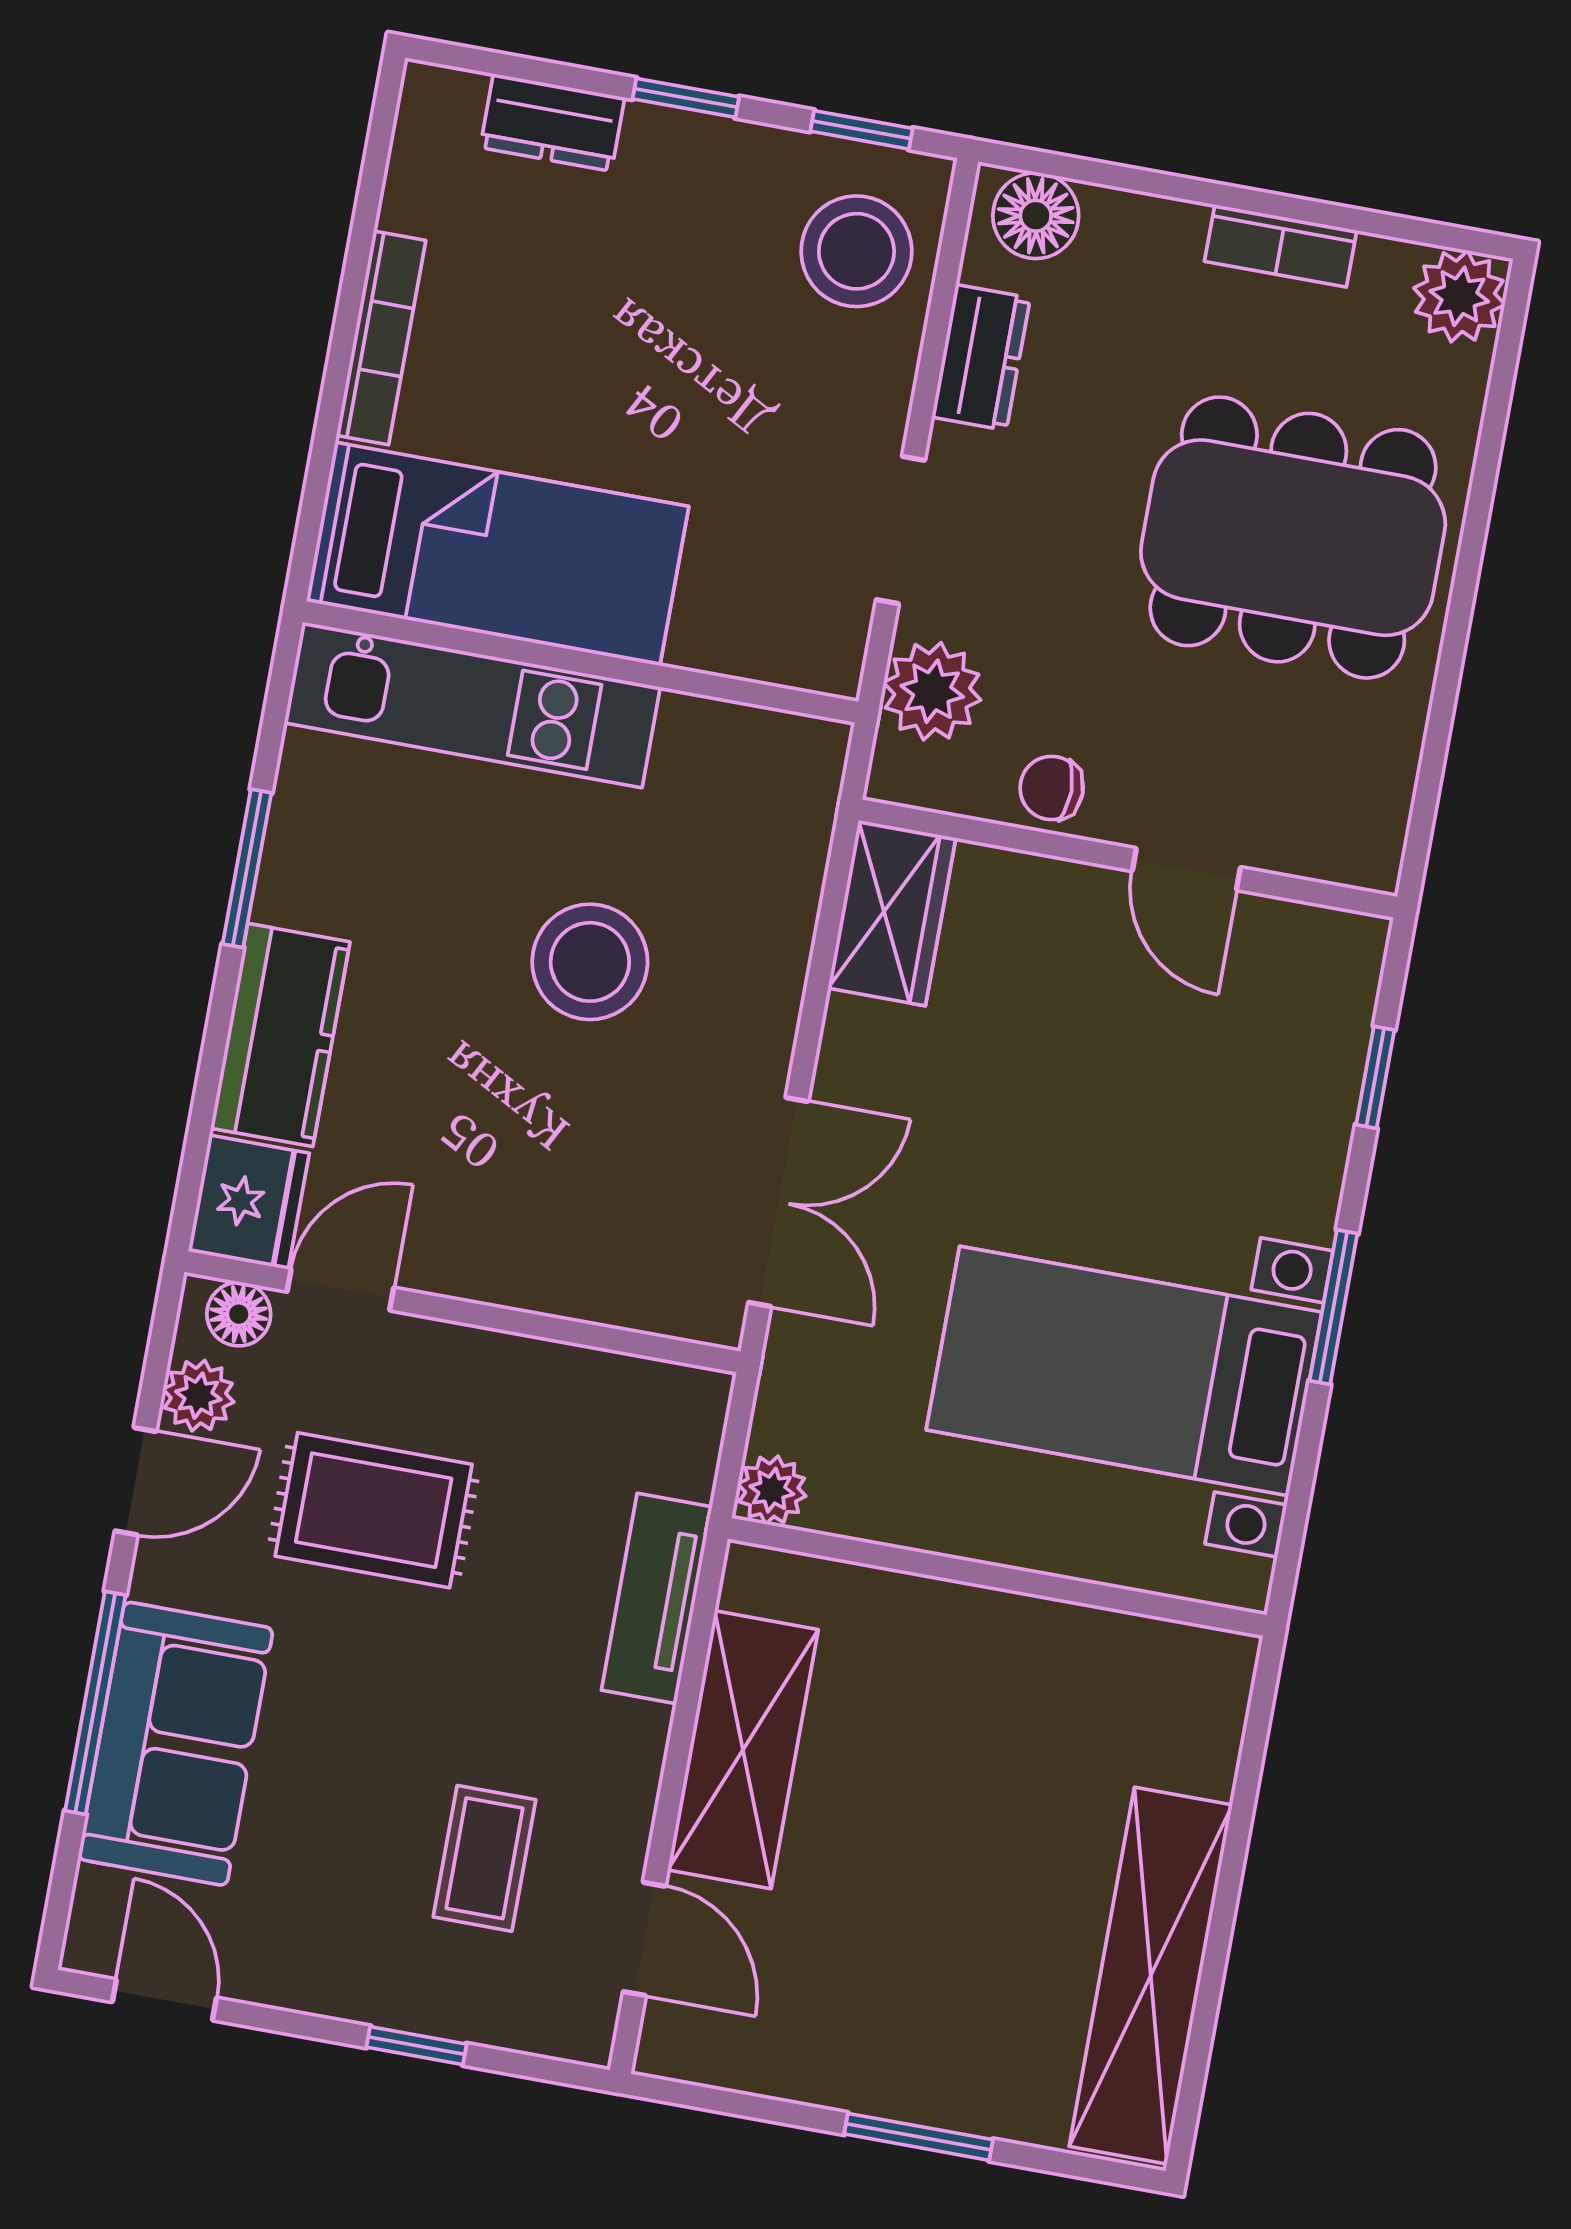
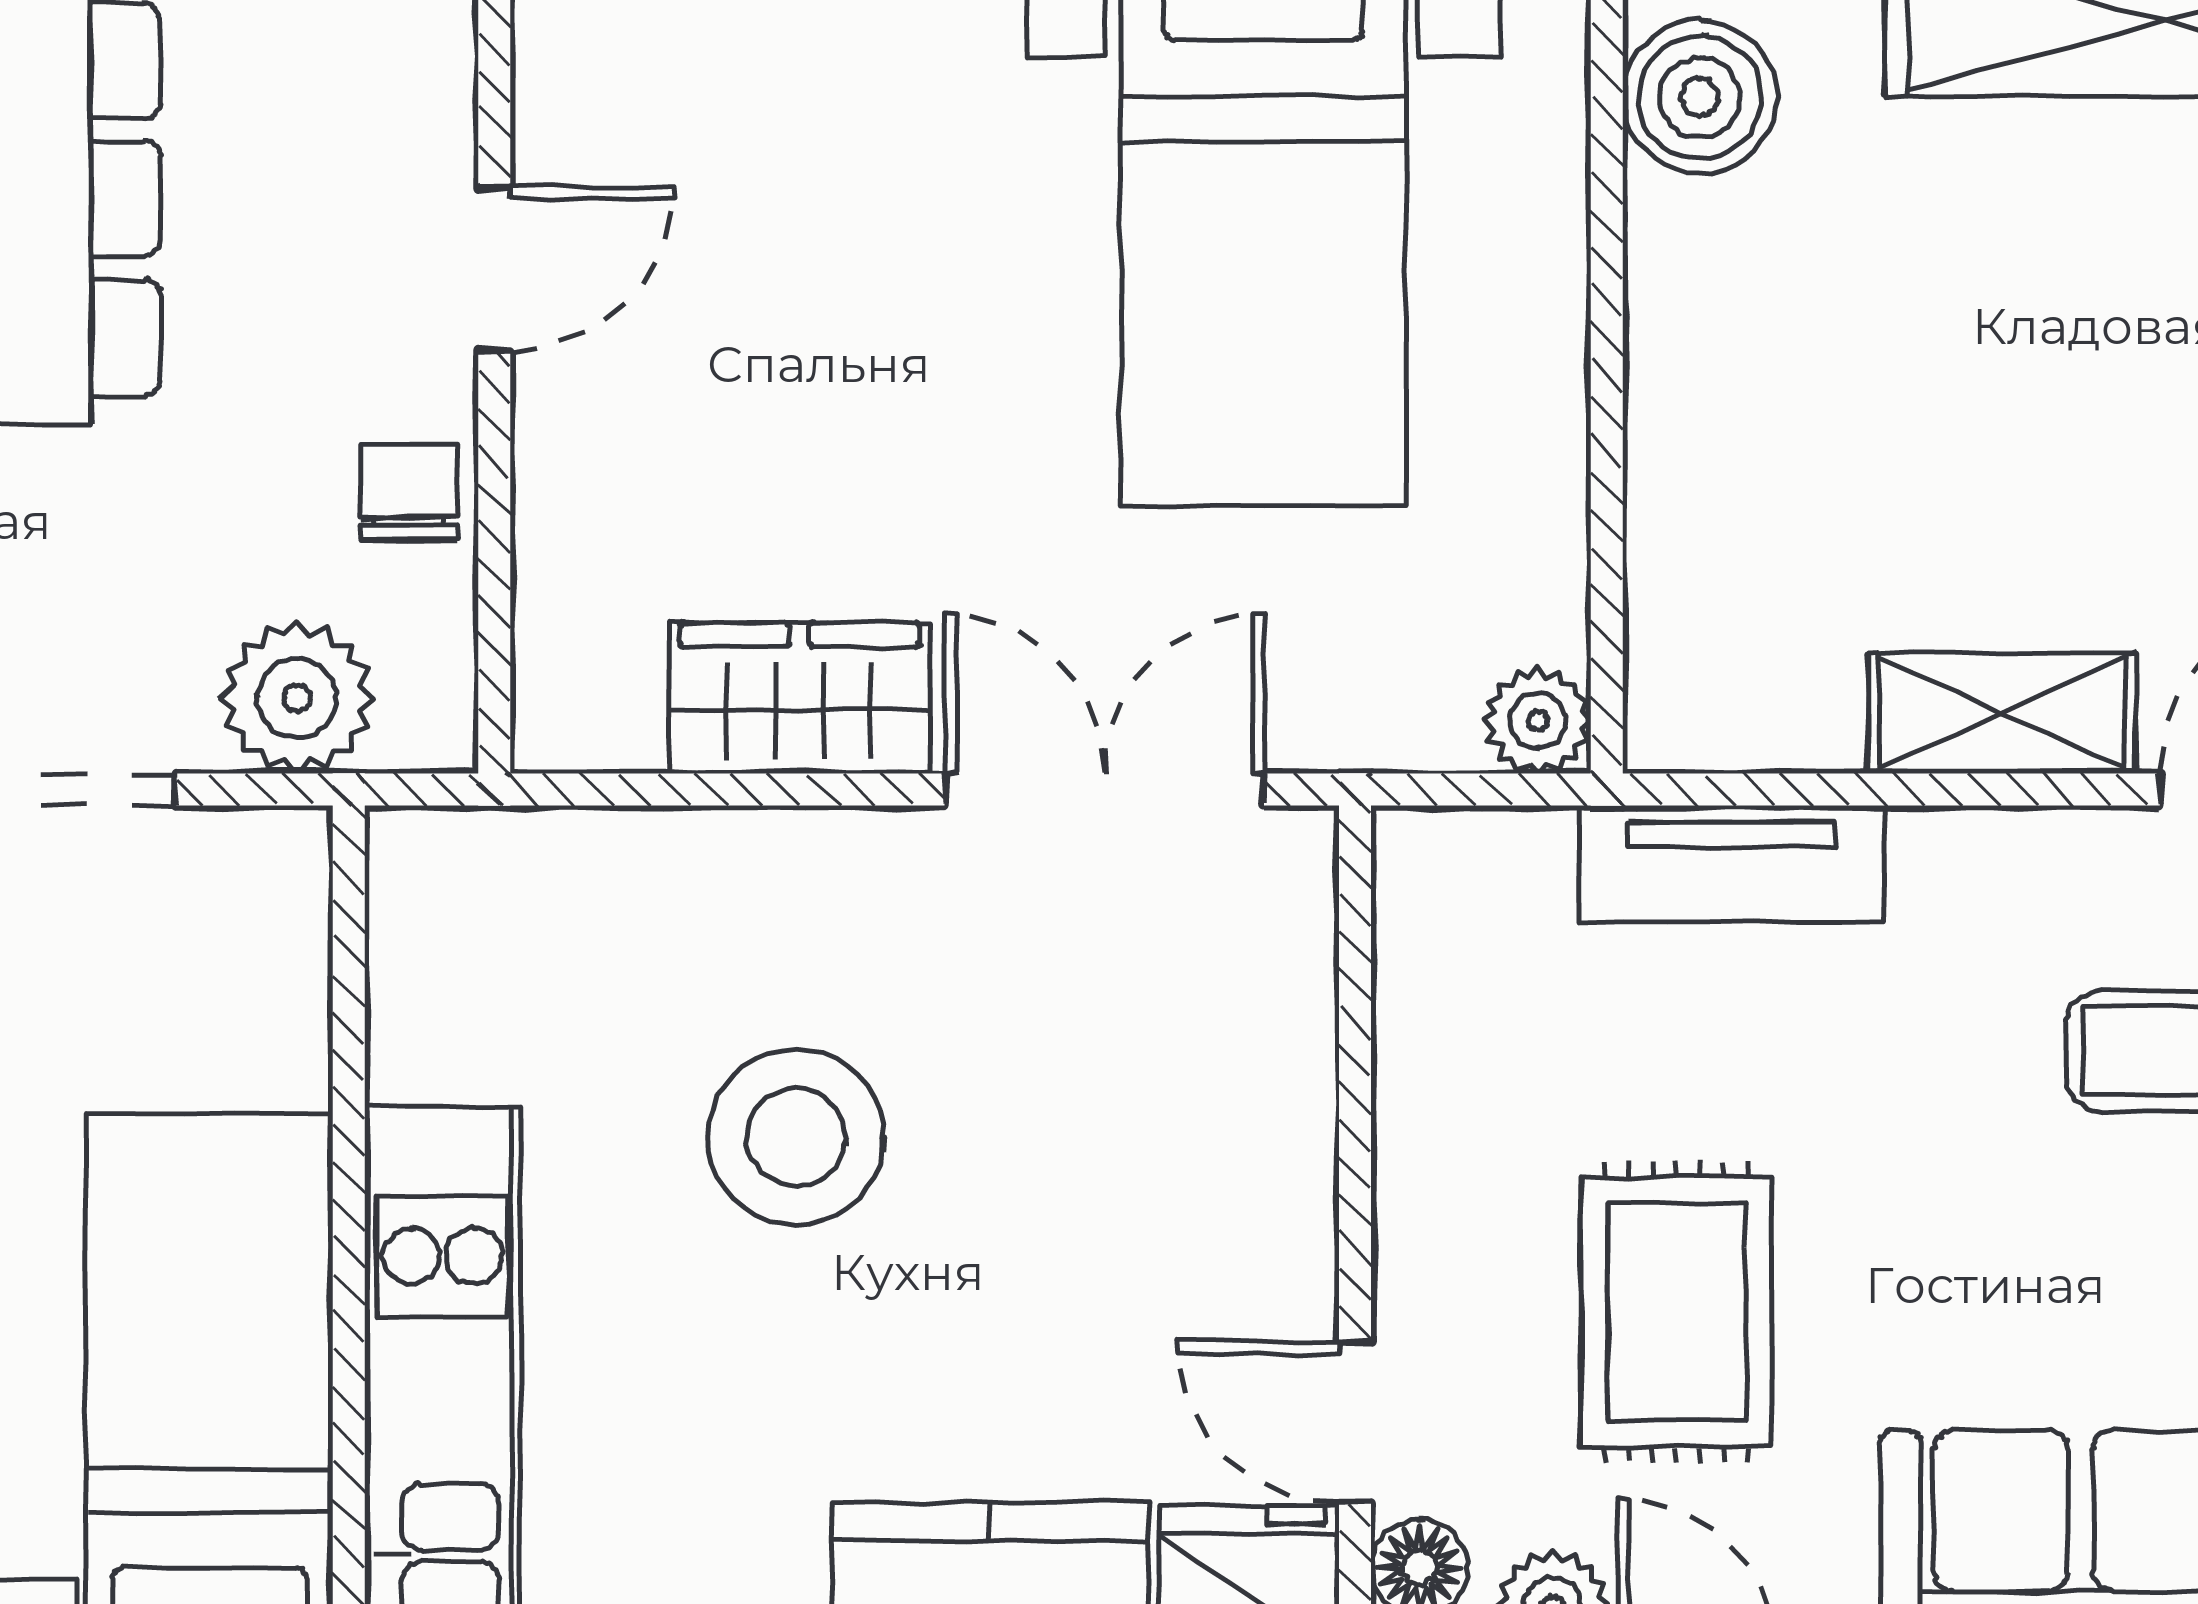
chair: (1052, 788) -> (409, 493), turned 180
wardrobe: (892, 913) -> (800, 698), moved
boiler: (1156, 1668) -> (1700, 97), added
shelving: (743, 1750) -> (2002, 713), width x0.67, depth x0.75

